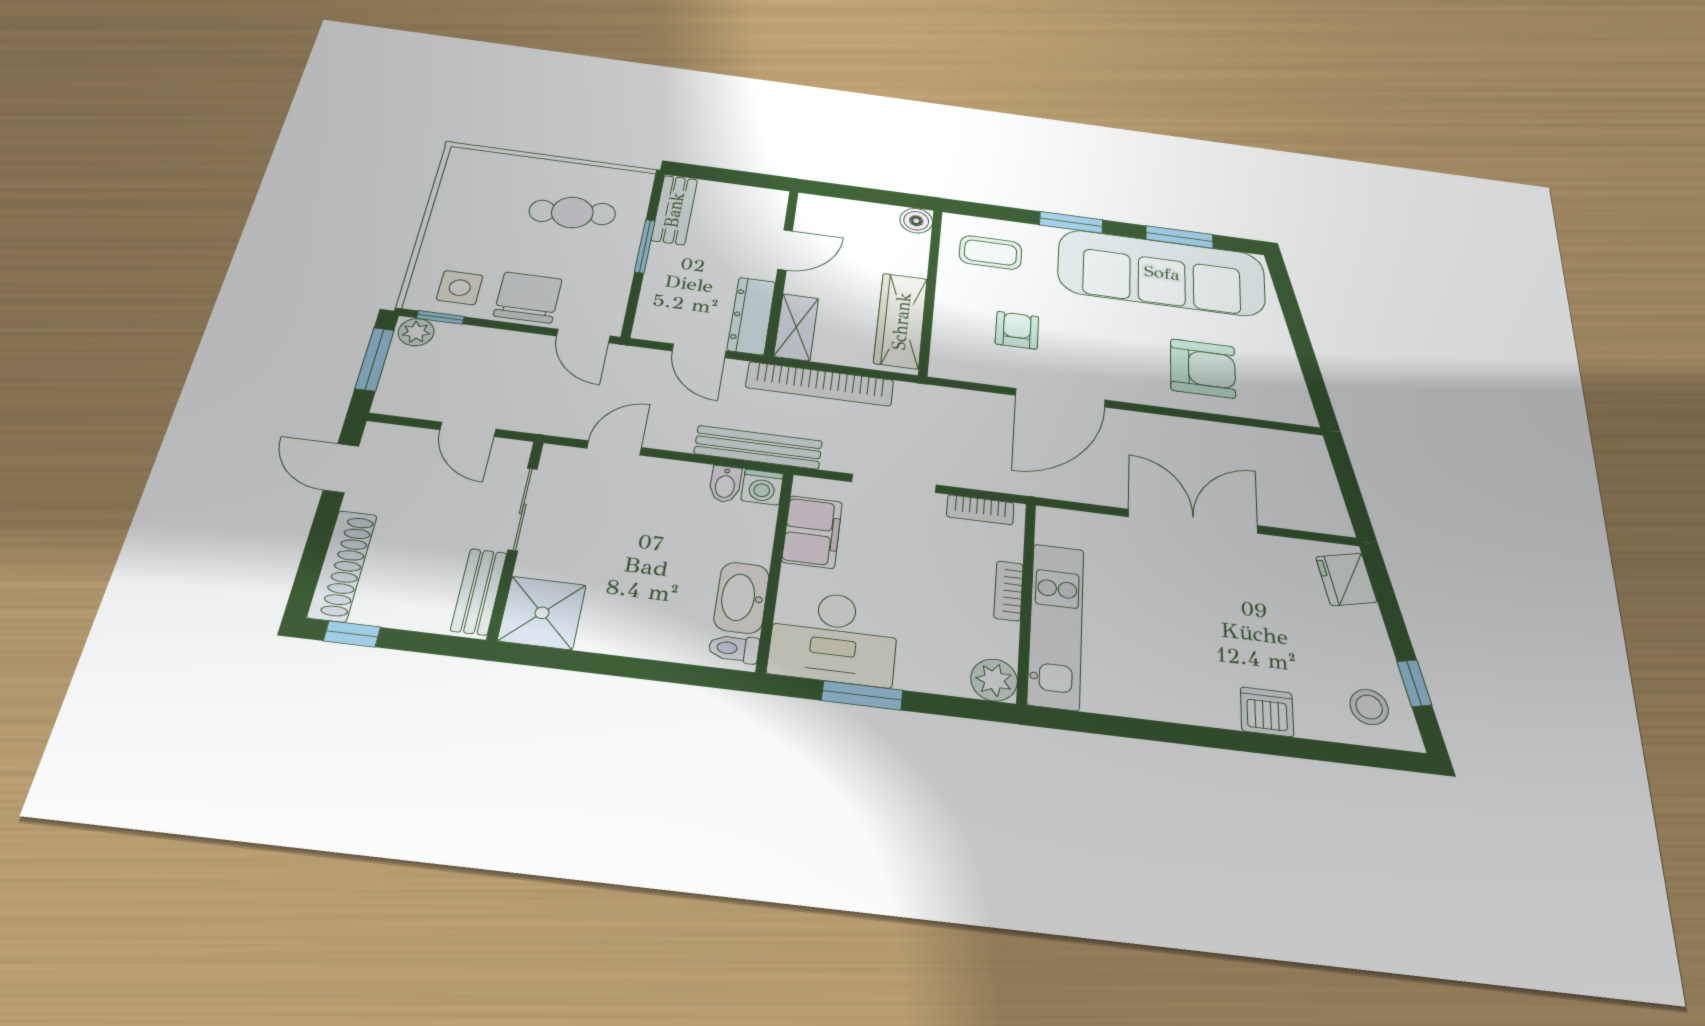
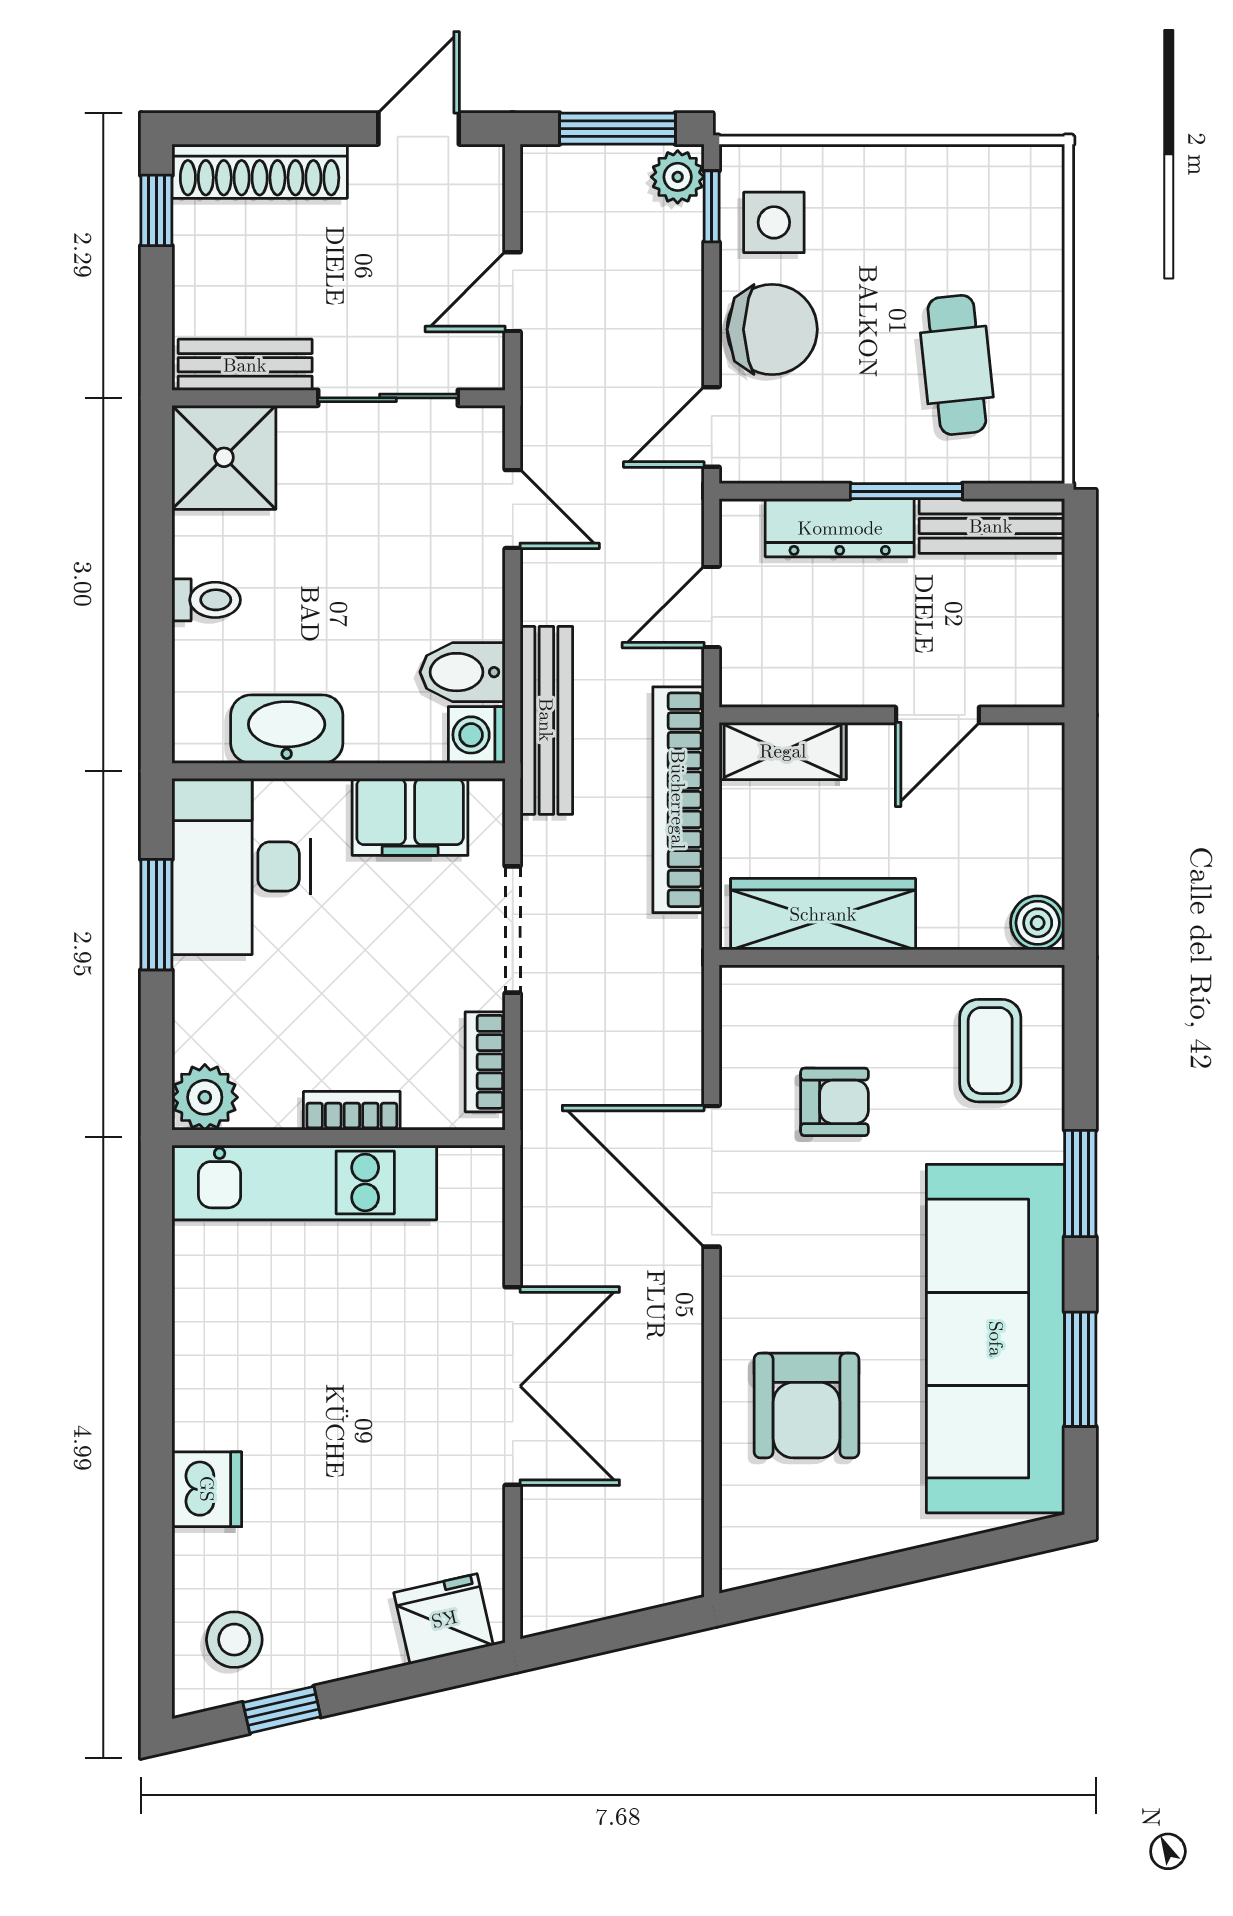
door: (785, 250) -> (937, 715), hinge flipped
dresser: (751, 316) -> (840, 528), moved, turned 180
bidet: (725, 484) -> (463, 672), width x1.38, depth x1.36
toilet: (734, 649) -> (206, 600), moved, turned 90

